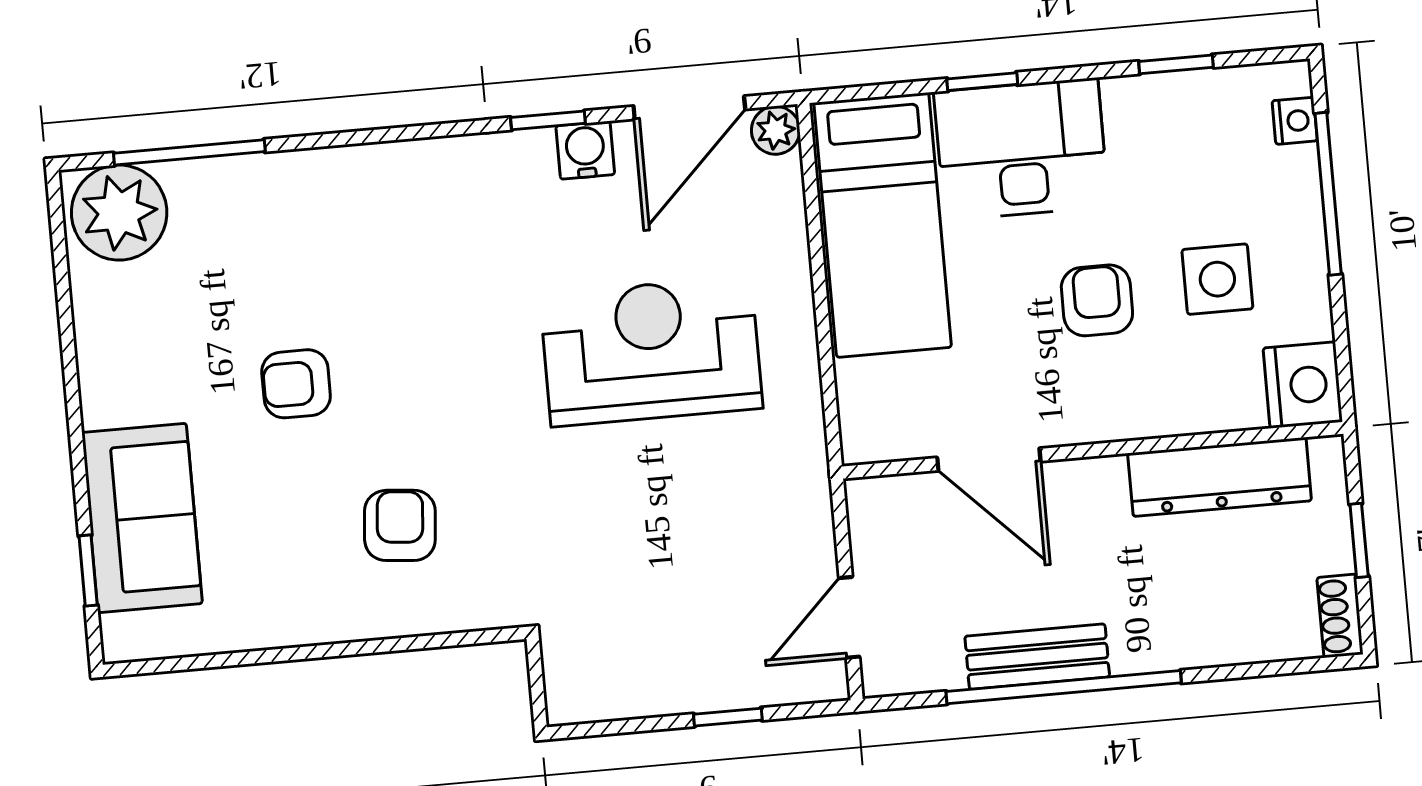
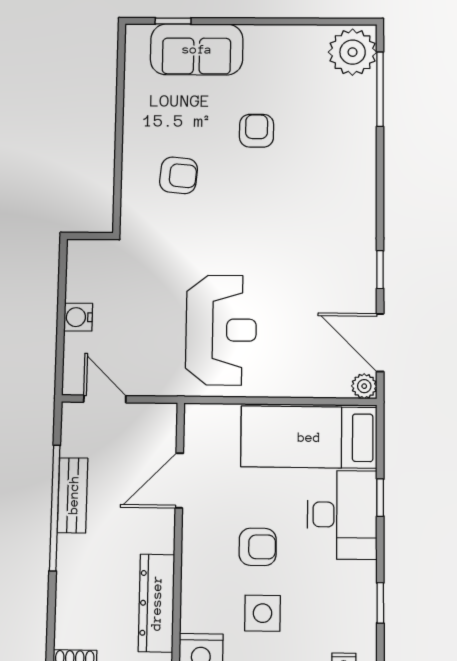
water cooler: (585, 150) -> (78, 317), moved, turned 180
reception desk: (651, 351) -> (221, 330), moved
window: (728, 717) -> (61, 331), removed

